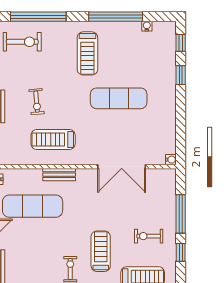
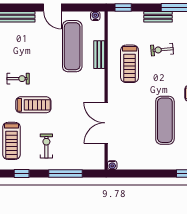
treadmill: (53, 139) -> (130, 64), turned 180
bench: (59, 175) -> (99, 55), moved
window: (181, 252) -> (22, 174), moved

